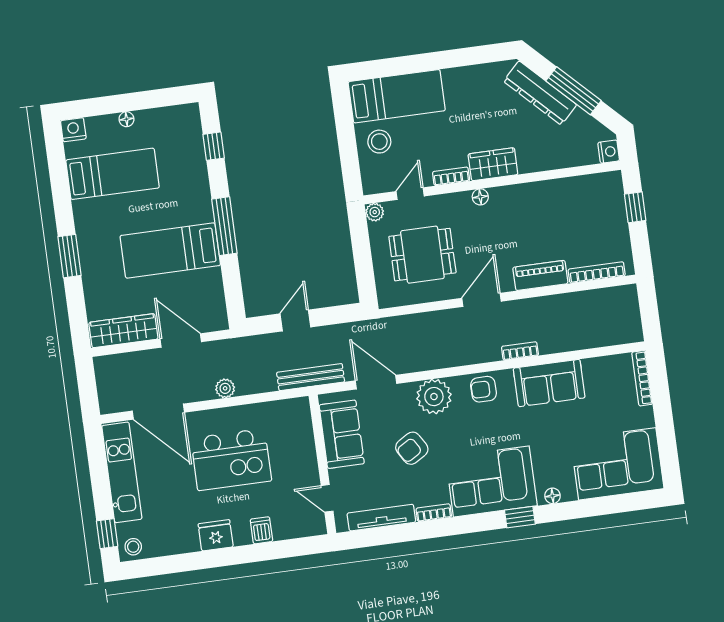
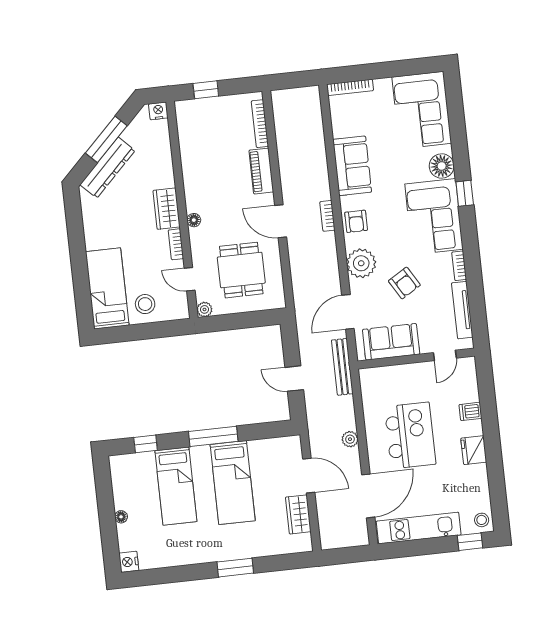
bed: (113, 174) -> (176, 486), moved, turned 180
wardrobe: (123, 331) -> (298, 514), width x0.67
door: (181, 340) -> (309, 476), swing flipped
bookcase: (520, 351) -> (327, 216), moved
floor lamp: (553, 496) -> (442, 166), width x1.89, depth x1.89

